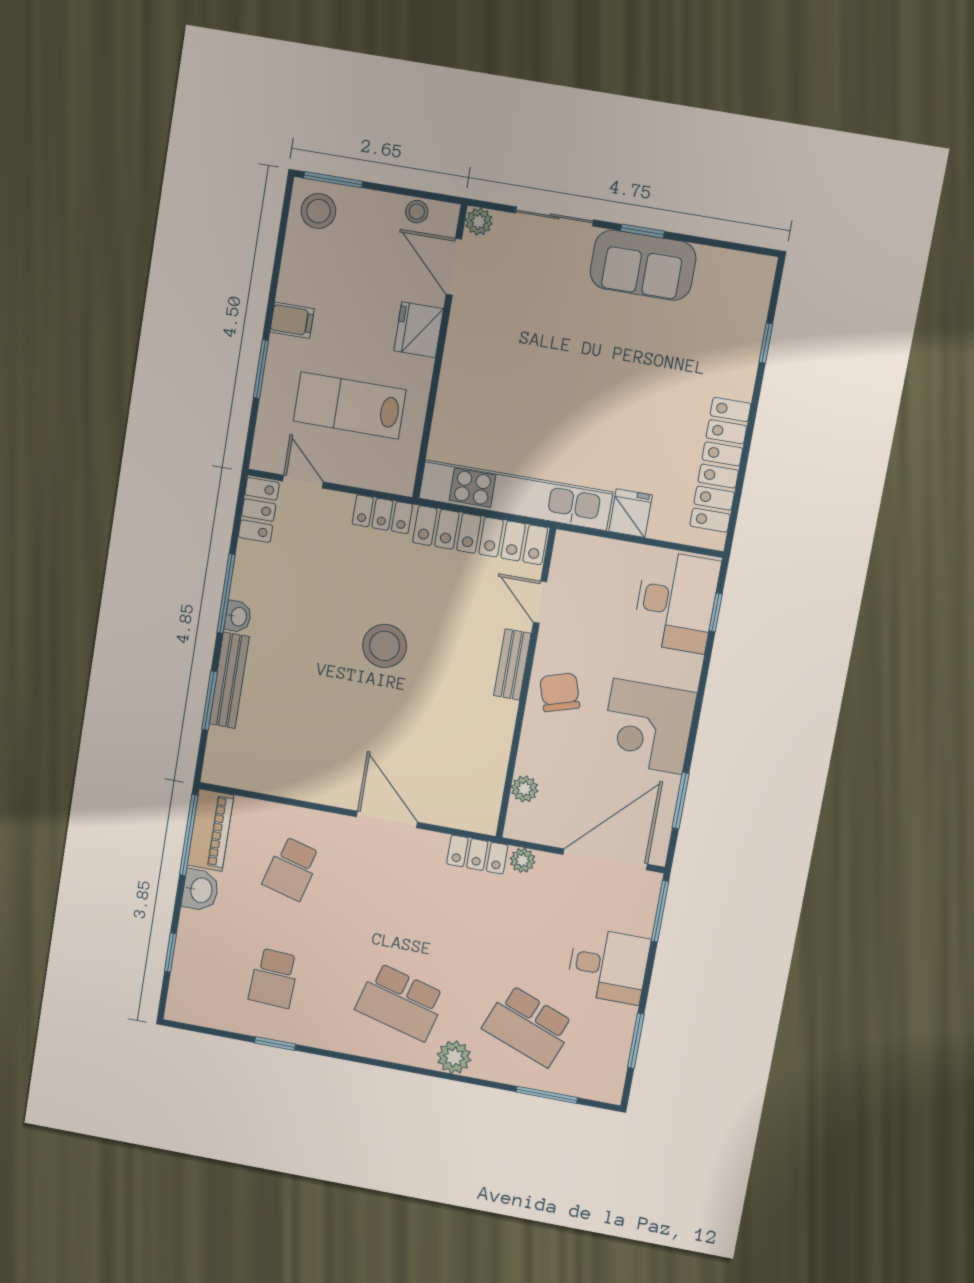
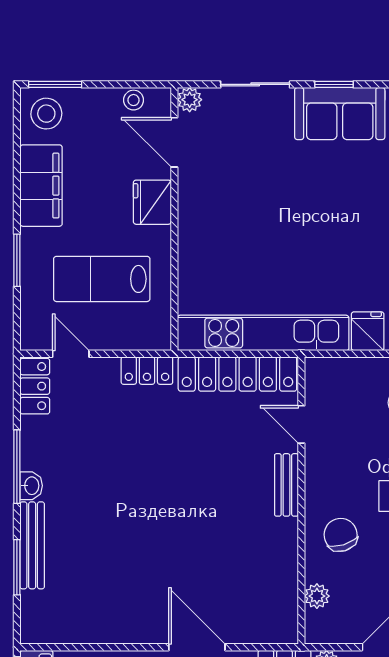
filing cabinet: (292, 320) -> (41, 186), width x3.00, depth x1.17
stool: (385, 646) -> (168, 489), removed
chair: (560, 692) -> (341, 535), moved

